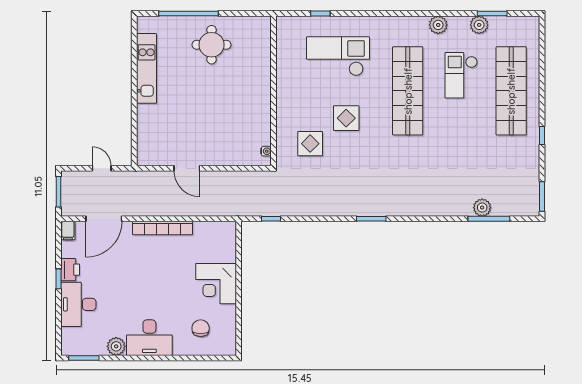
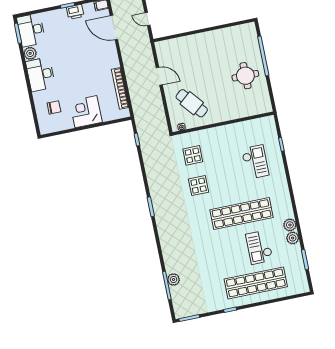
plant: (479, 25) -> (293, 238), moved
checkout: (338, 56) -> (255, 162), width x0.73, depth x0.83
kitchen unit: (147, 68) -> (221, 35), removed
checkout: (461, 75) -> (259, 247), turned -90
display table: (346, 118) -> (199, 186), moved
cafe table: (235, 130) -> (192, 103), added
door: (102, 168) -> (147, 19), swing flipped
door: (187, 168) -> (159, 76), swing flipped
bookcase: (163, 228) -> (120, 88), moved
desk: (78, 304) -> (31, 30), moved, turned -90

